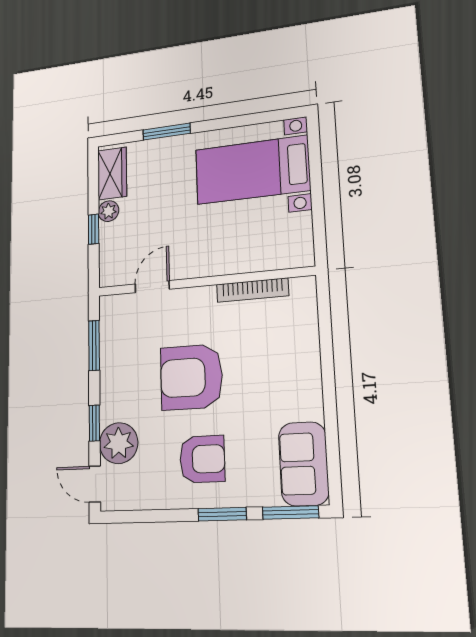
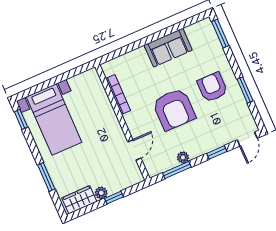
window: (273, 116) -> (21, 119), added
door: (152, 287) -> (134, 150), swing flipped
plant: (119, 443) -> (183, 157), moved, width x0.53, depth x0.53
sofa: (304, 464) -> (168, 48), moved
window: (222, 514) -> (245, 90), moved

